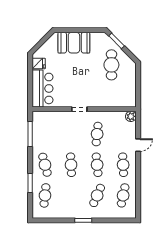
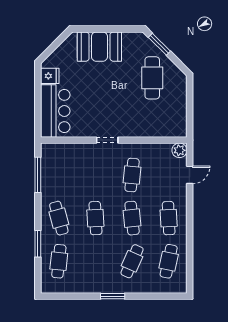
door: (138, 145) -> (190, 175), moved

